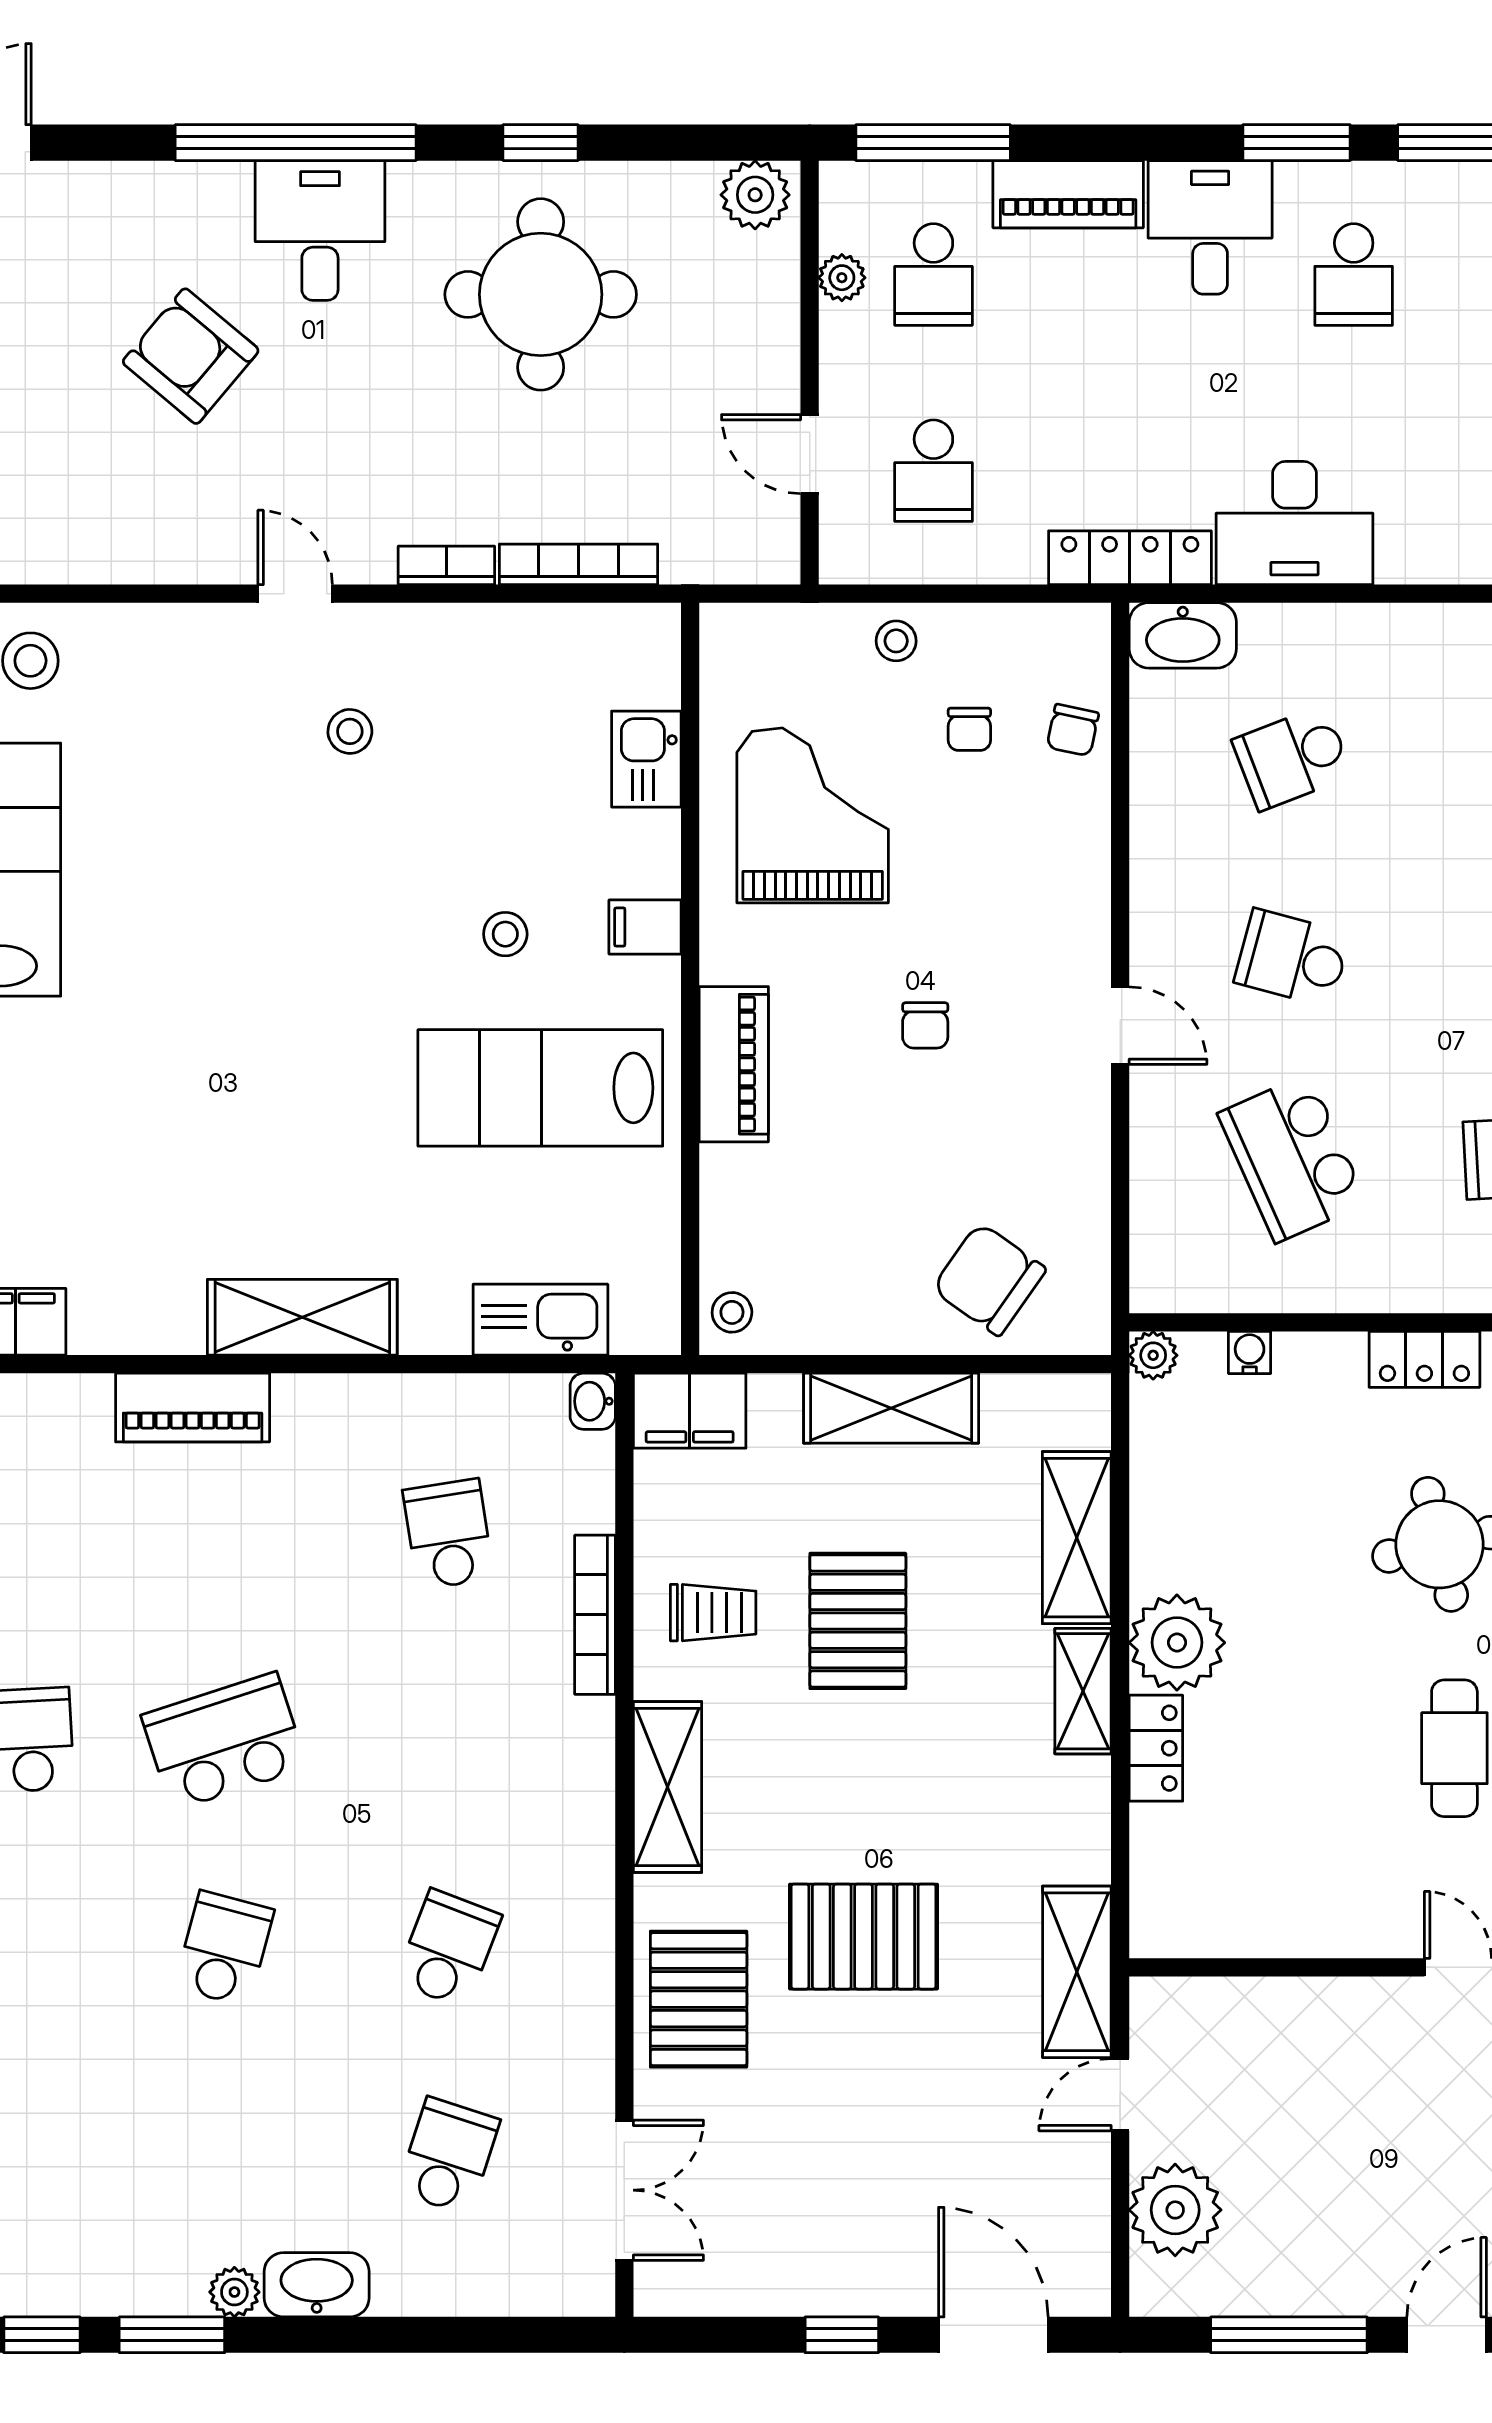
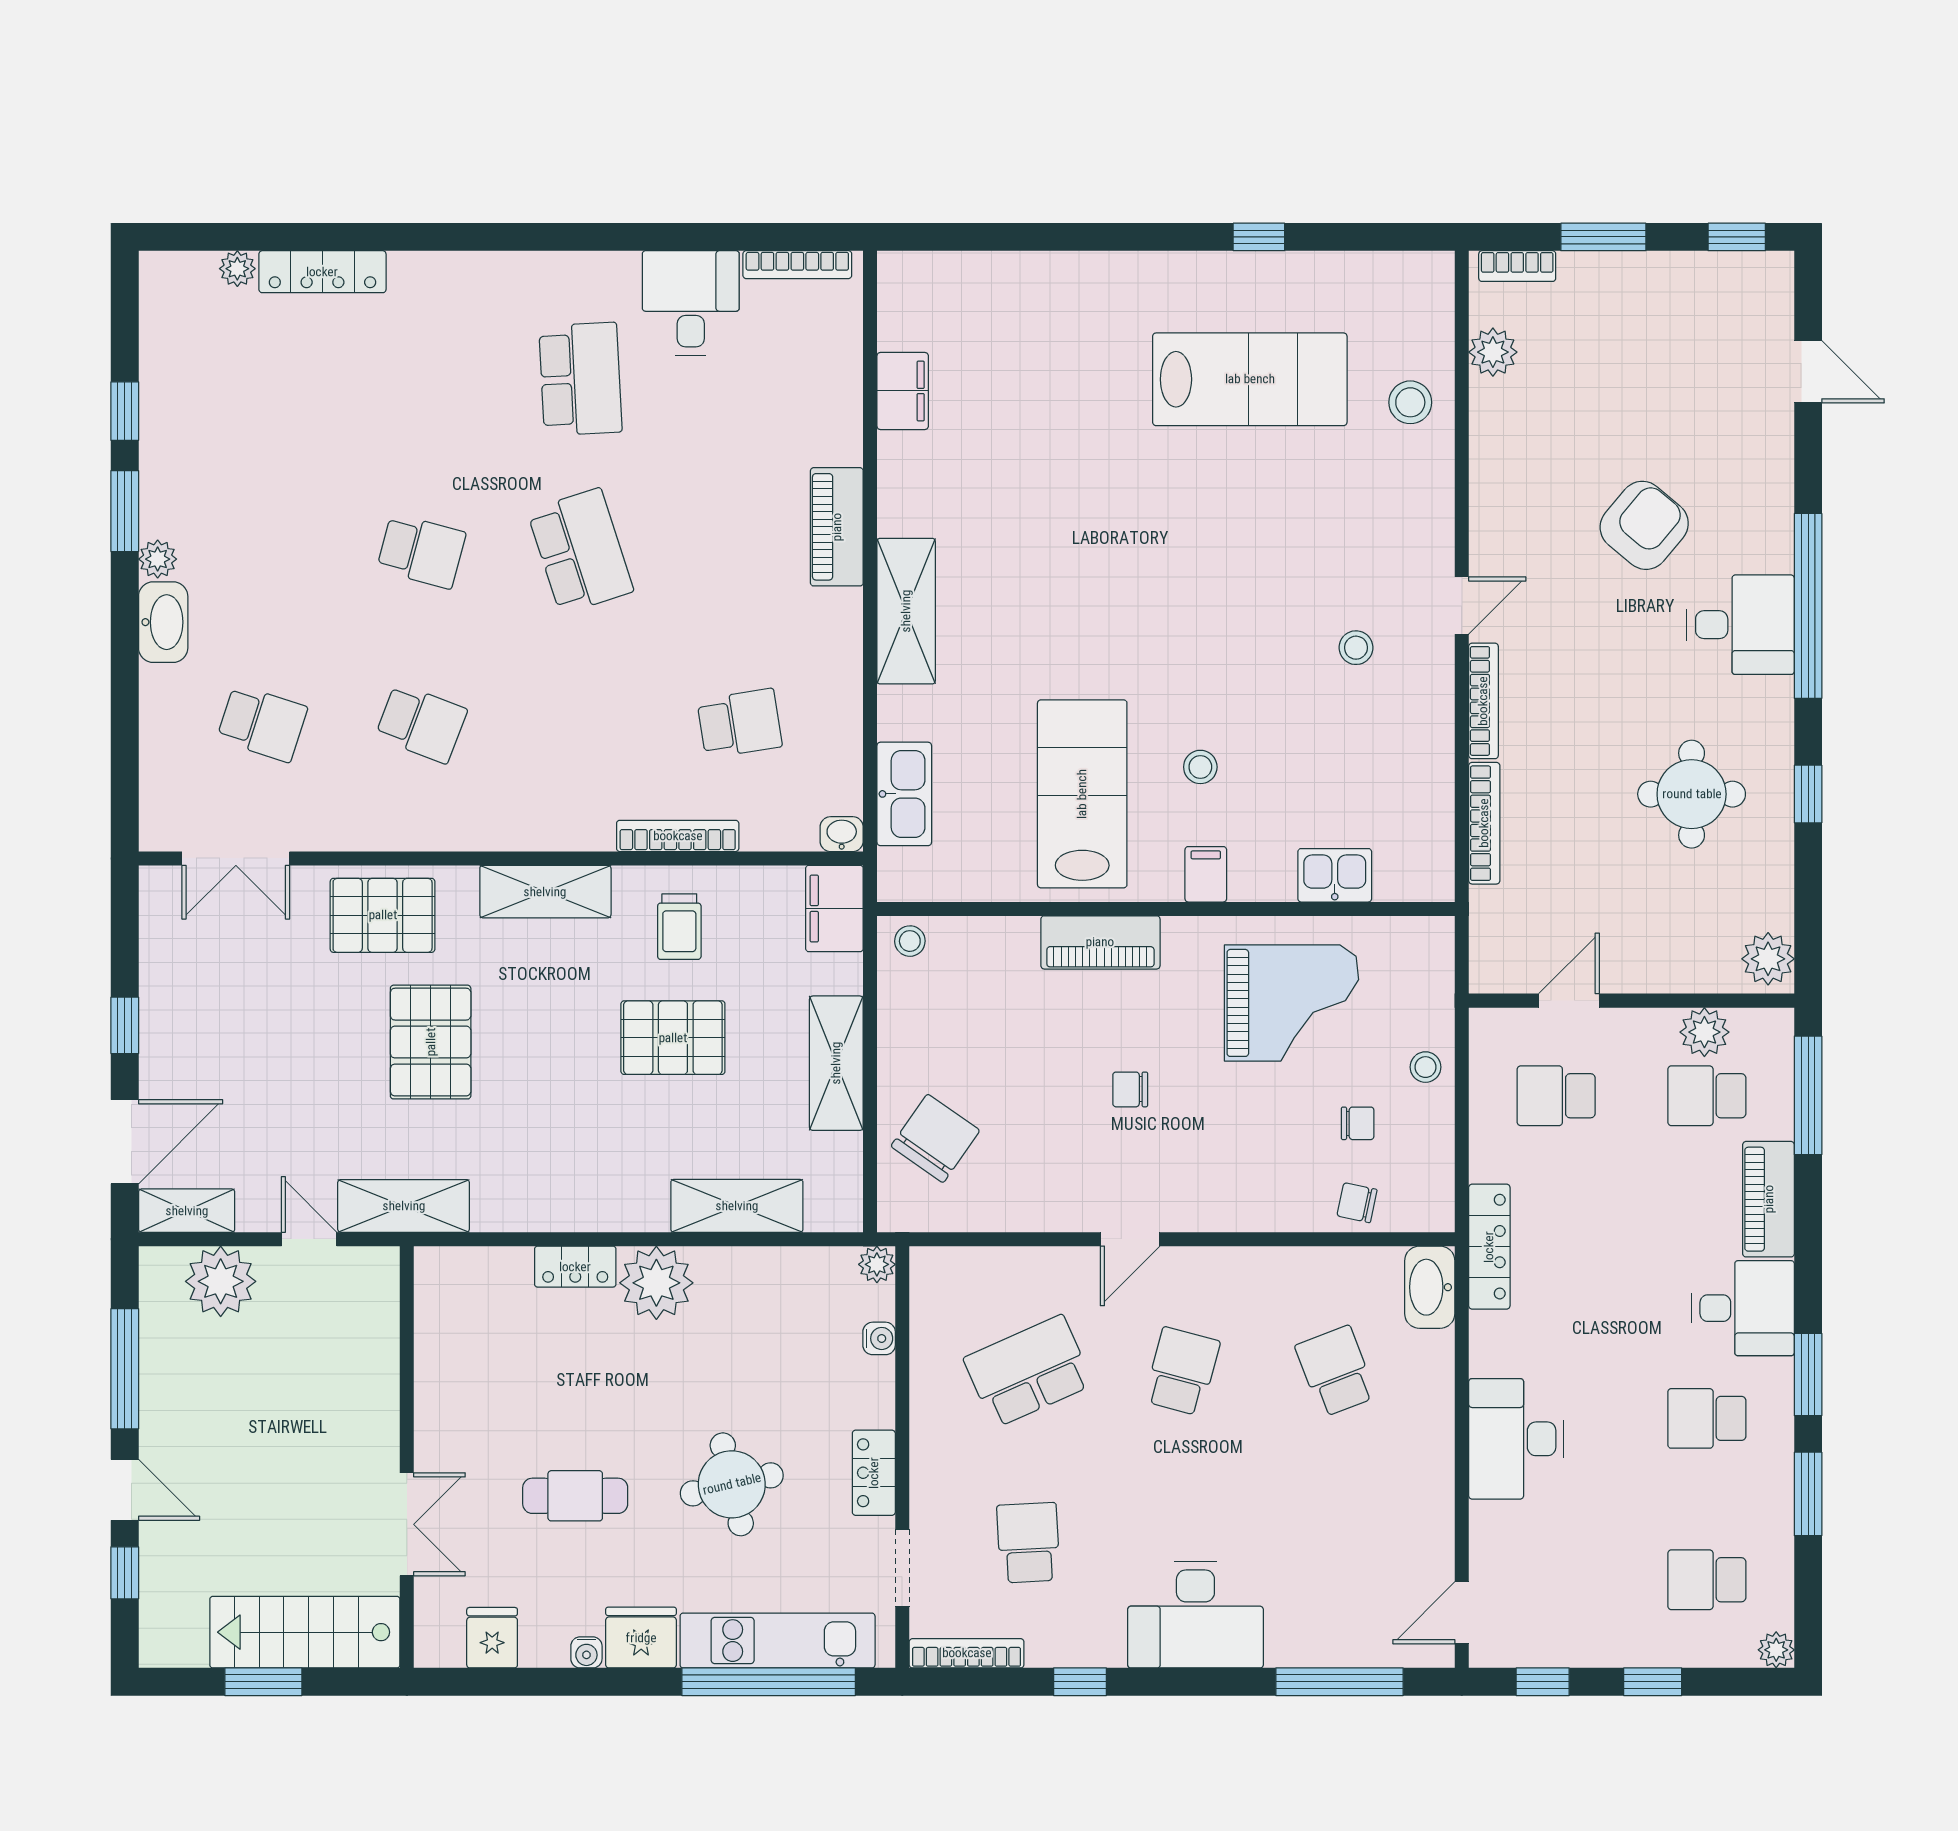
plant: (842, 278) -> (1704, 1032), width x1.38, depth x1.38
round table: (541, 294) -> (1692, 794), width x0.73, depth x0.73
desk: (1294, 523) -> (1516, 1439), moved
bookcase: (446, 565) -> (1483, 701), width x1.56
chair: (969, 729) -> (1358, 1123), turned 180
shelving: (1083, 1691) -> (187, 1211), moved

